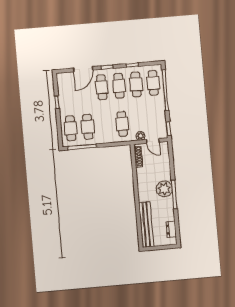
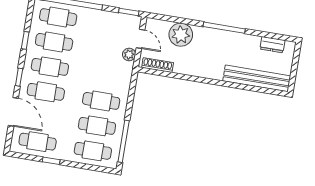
cafe table: (67, 90) -> (38, 142), added
cafe table: (122, 124) -> (101, 101), moved
door: (153, 141) -> (140, 39), hinge flipped
plant: (164, 189) -> (181, 35), moved

